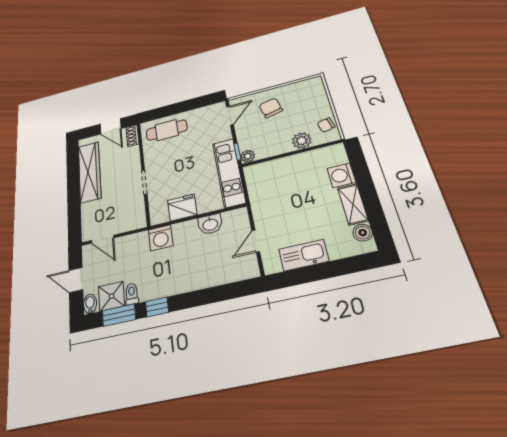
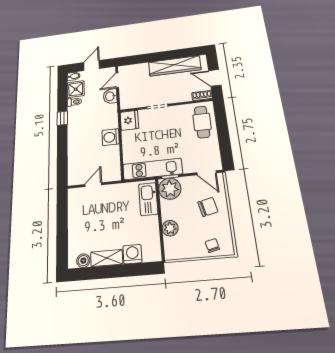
chair: (326, 125) -> (212, 245), moved
door: (111, 126) -> (215, 78), hinge flipped
plant: (248, 156) -> (170, 189), width x1.88, depth x1.88
fridge: (182, 207) -> (129, 120), moved
washbasin: (210, 224) -> (110, 96), moved
washing machine: (161, 238) -> (111, 137), moved
door: (256, 241) -> (93, 185), hinge flipped
kitchen sink: (304, 255) -> (148, 199), moved, turned 180
window: (119, 315) -> (62, 95), removed

